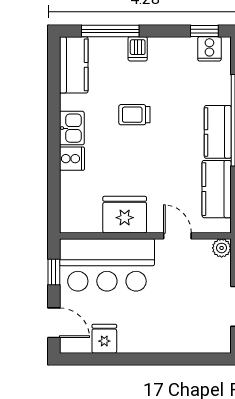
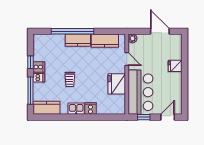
window: (204, 31) -> (31, 62), moved
cooker: (209, 49) -> (39, 67), moved
door: (177, 236) -> (127, 59), swing flipped
fridge: (104, 339) -> (175, 66), moved

